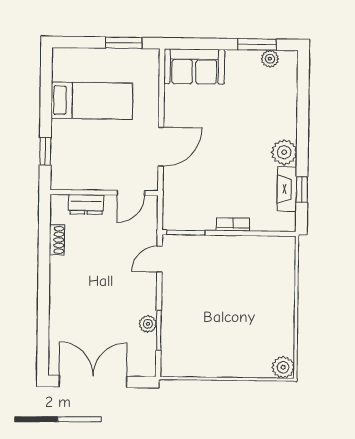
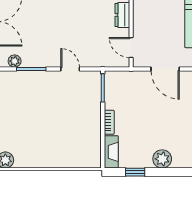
fireplace: (287, 189) -> (111, 152), moved, turned 90
door: (160, 259) -> (70, 69), moved
plant: (148, 324) -> (15, 61), moved

